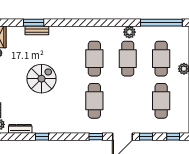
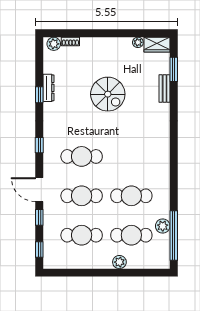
window: (34, 23) -> (174, 69), moved
plant: (129, 32) -> (163, 226), moved
cafe table: (94, 59) -> (82, 196), moved
dresser: (20, 129) -> (48, 88), moved
window: (96, 137) -> (39, 145), moved

